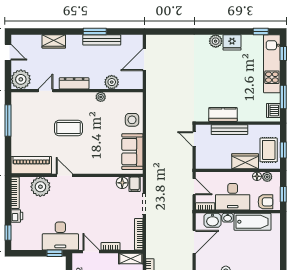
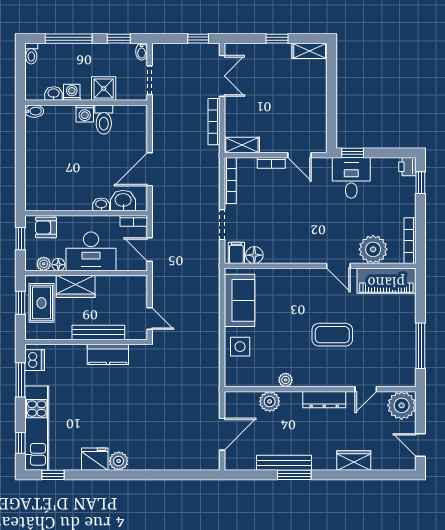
desk: (233, 197) -> (91, 251), moved, turned 180
printer: (17, 216) -> (407, 167), moved
bathtub: (252, 222) -> (65, 199), removed
desk: (60, 236) -> (351, 178), width x0.73

